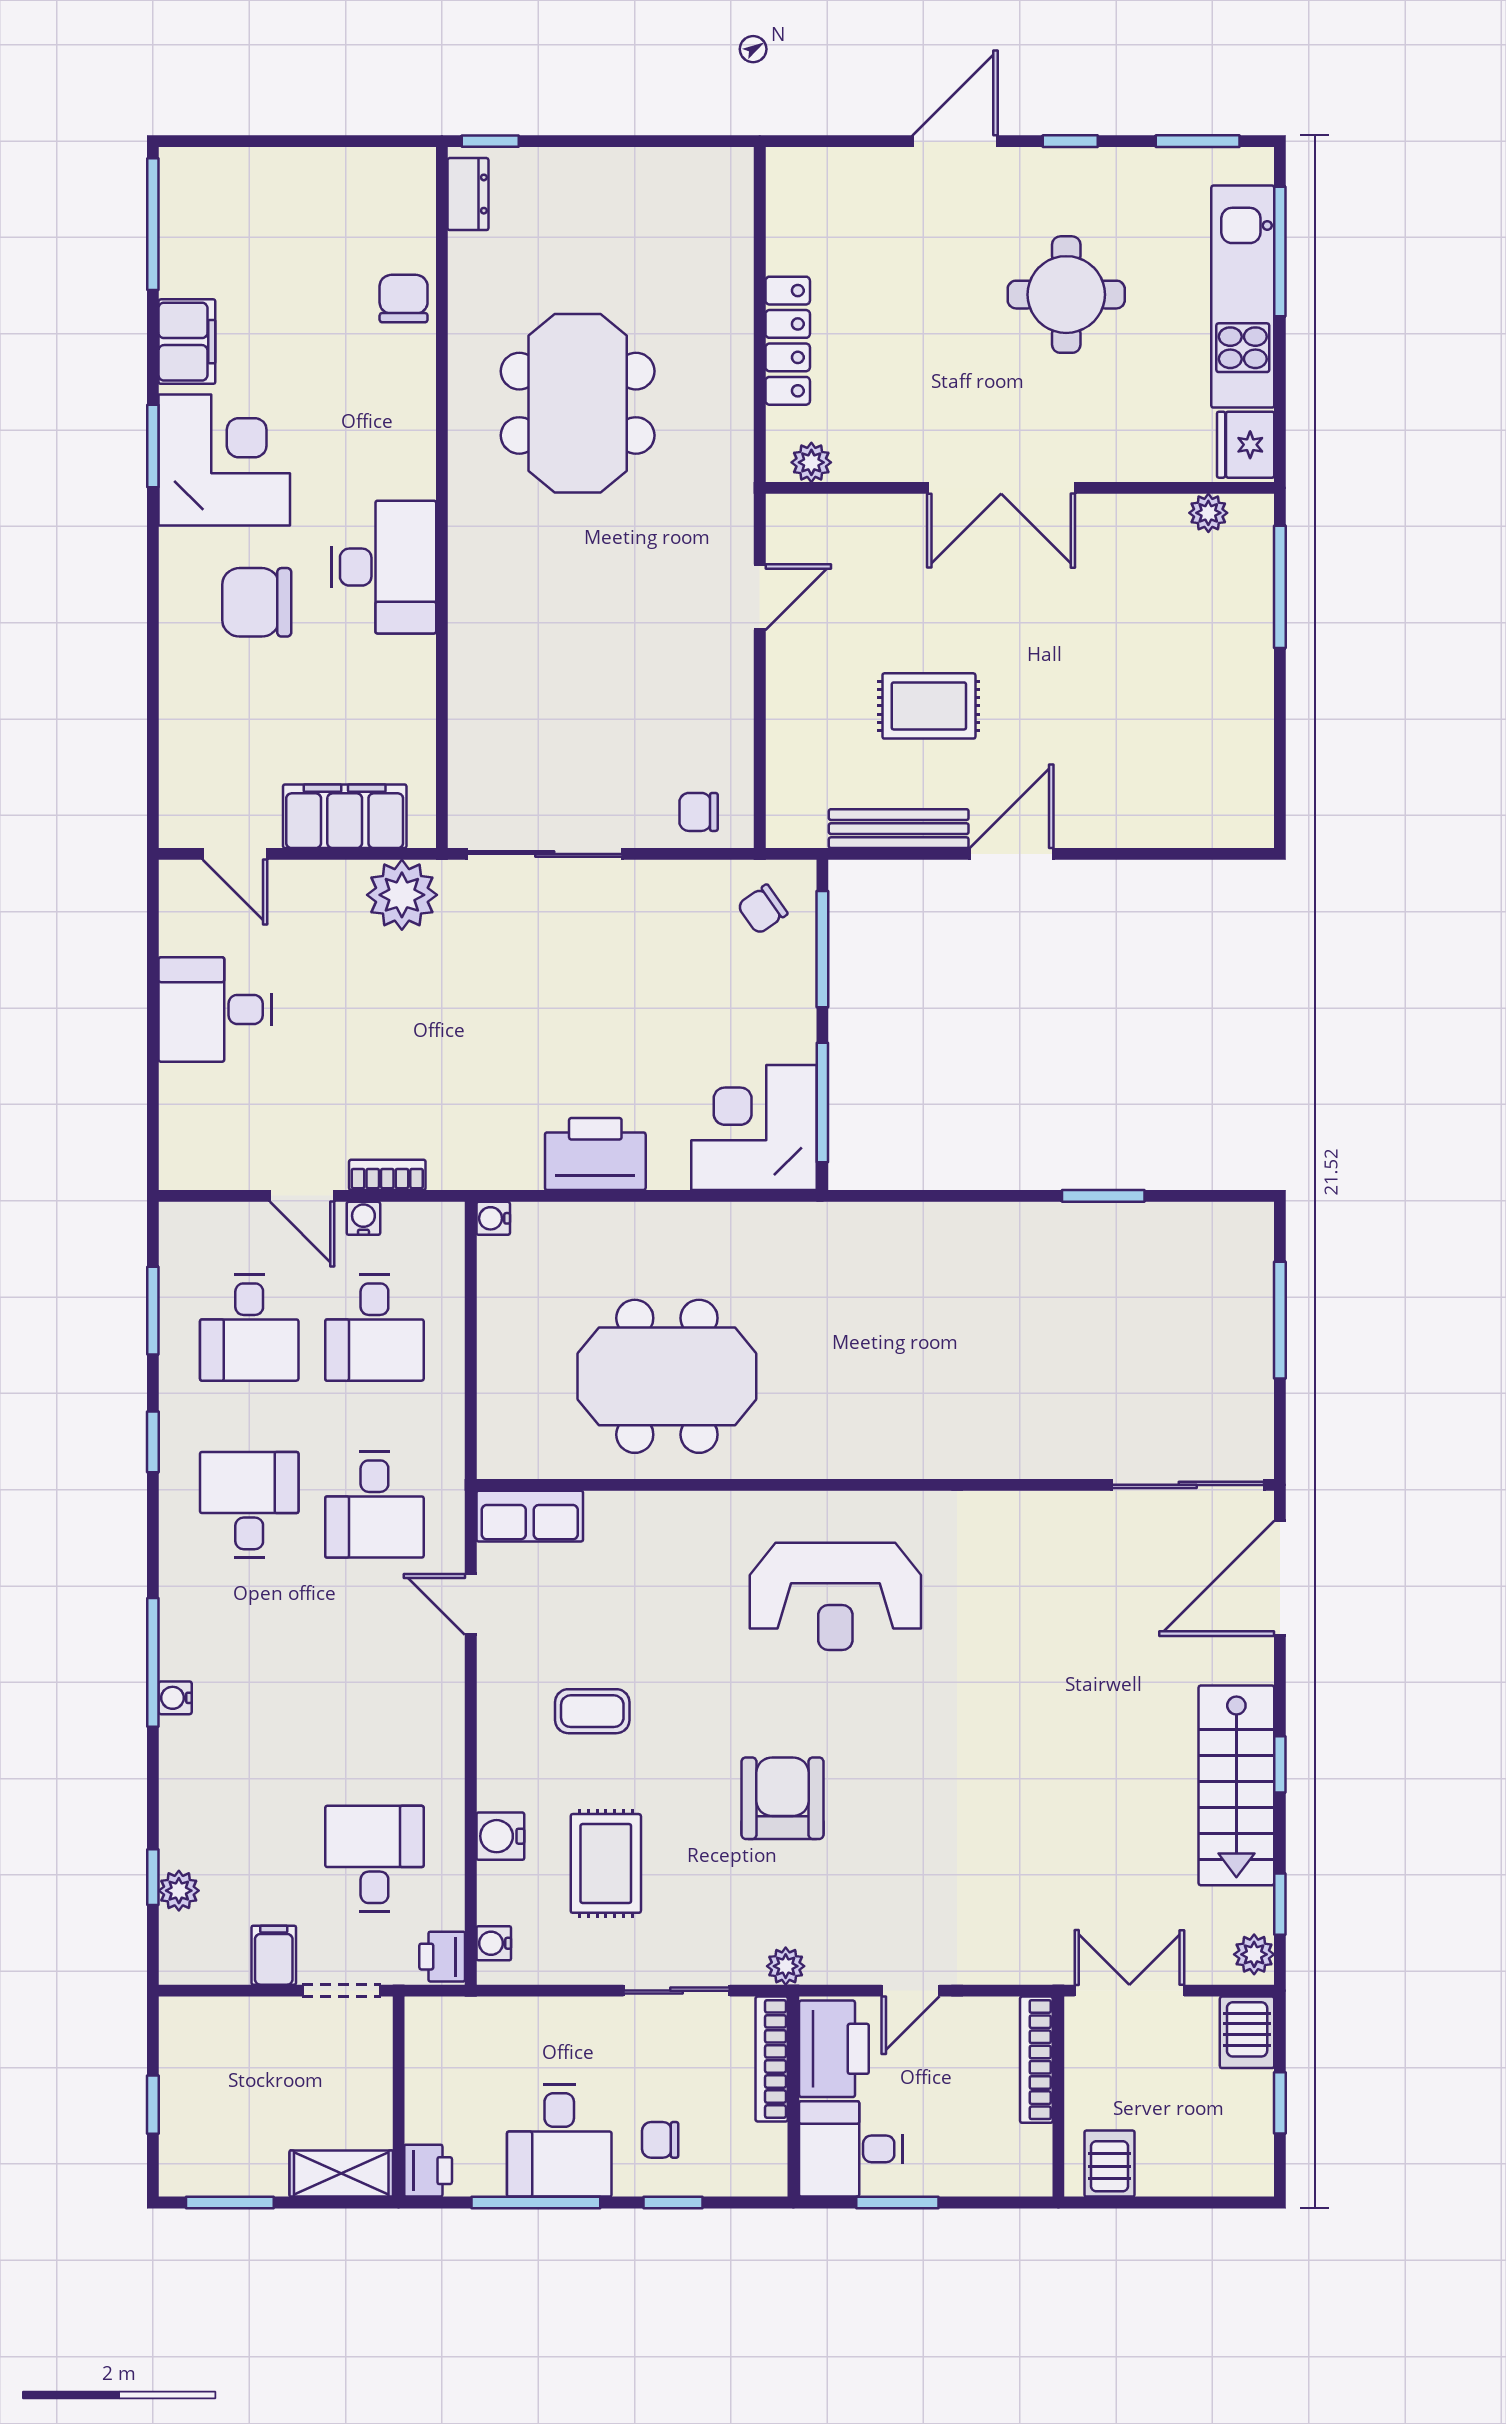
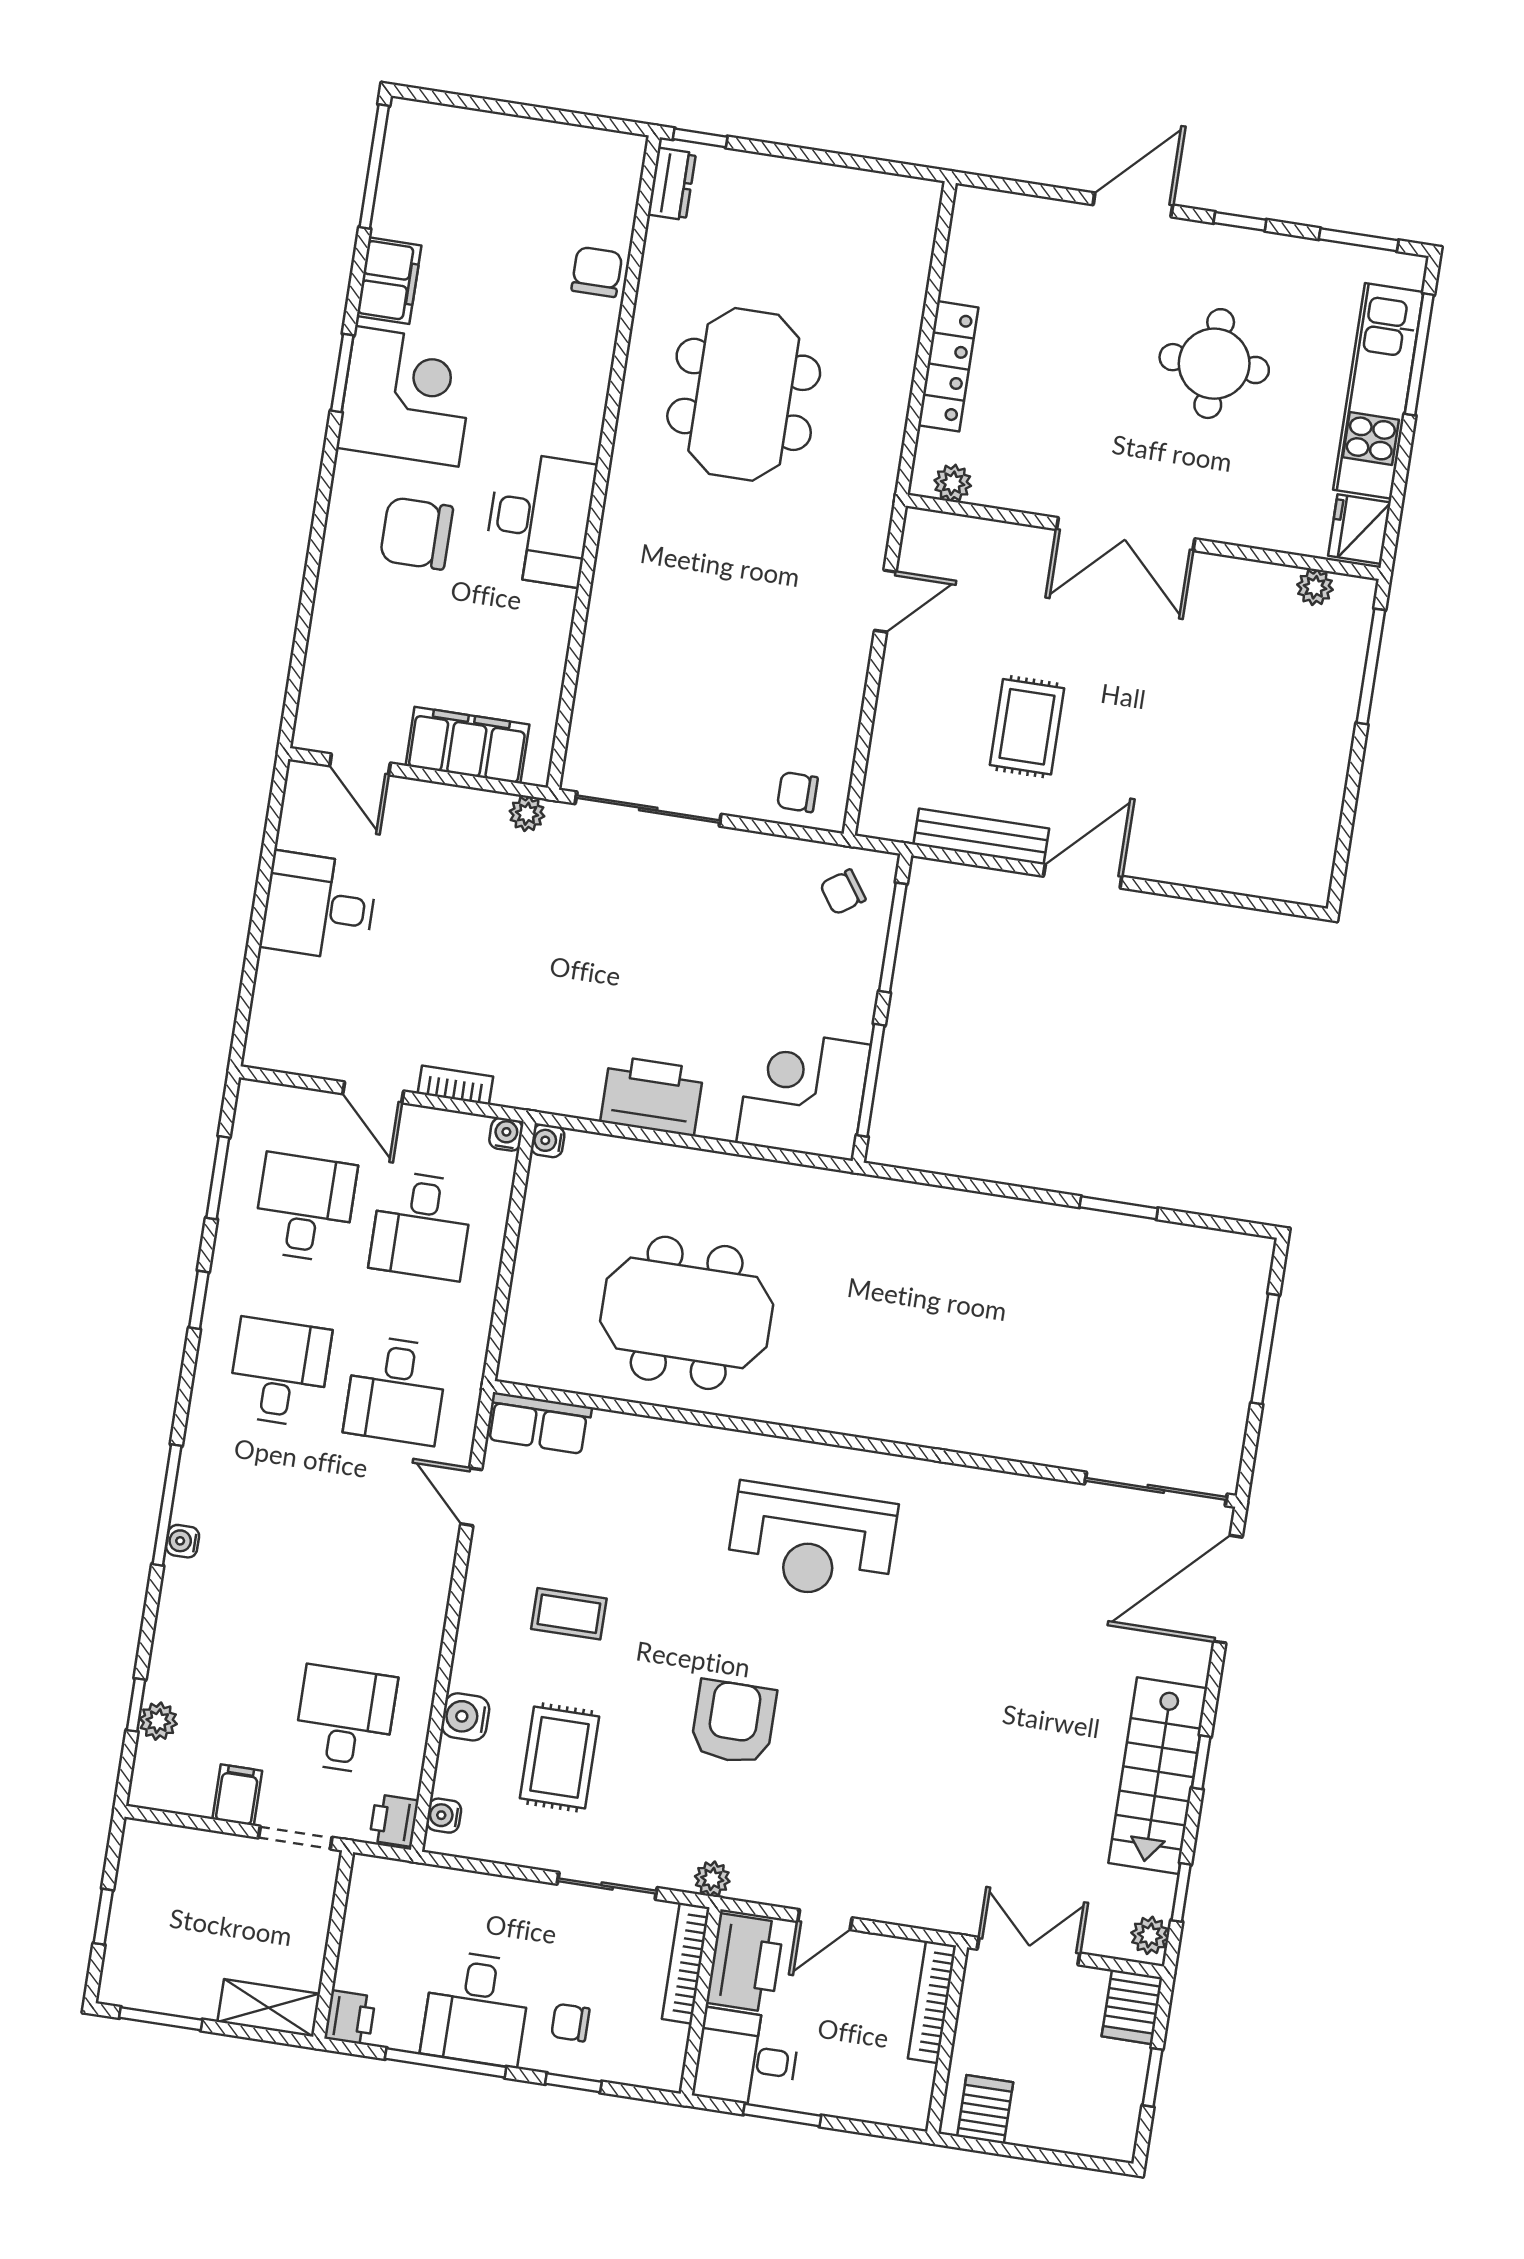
rug: (929, 706) -> (1027, 727), turned 90
plant: (402, 895) -> (527, 814), width x0.53, depth x0.53
water cooler: (363, 1218) -> (506, 1134), moved
desk: (249, 1328) -> (305, 1208), turned 180

